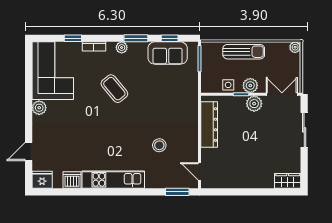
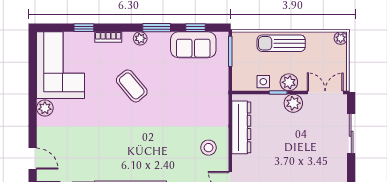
sun lounger: (244, 52) -> (281, 43), turned 180
stool: (159, 145) -> (208, 148), moved
door: (29, 152) -> (33, 159), swing flipped

